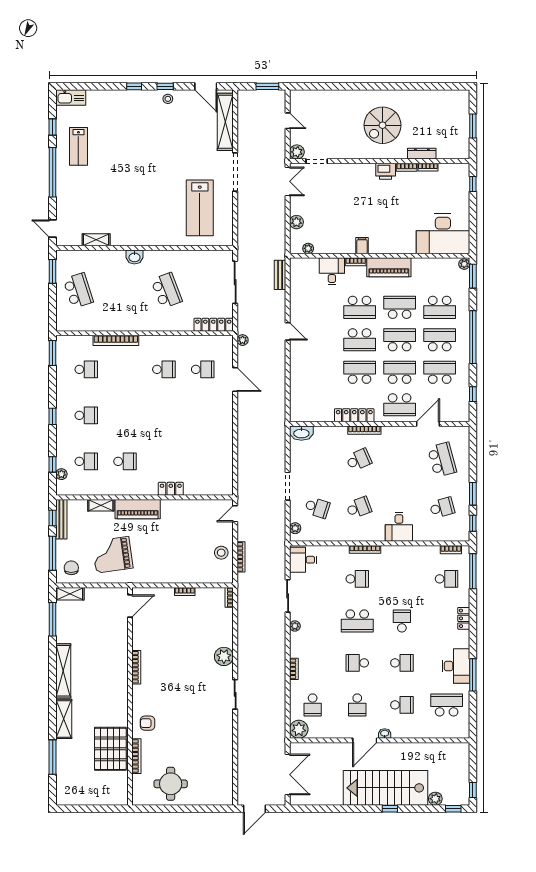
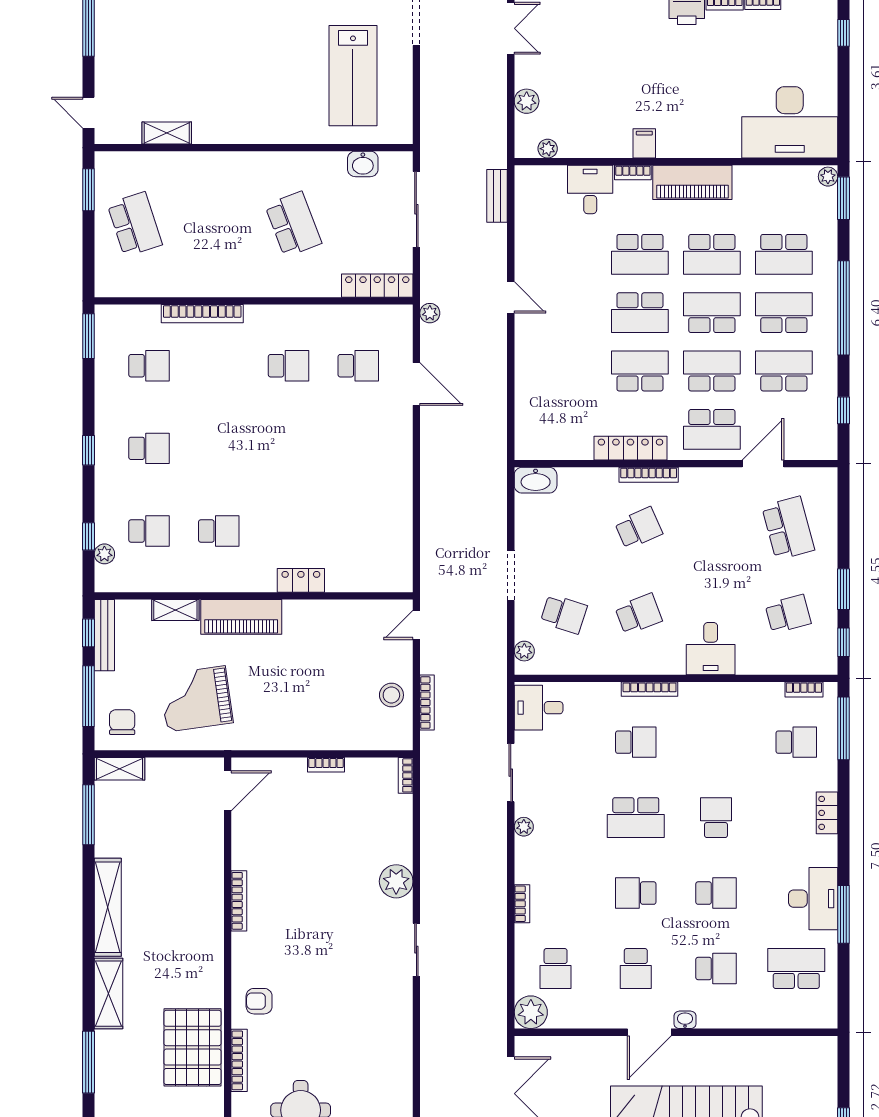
washbasin: (134, 257) -> (363, 164), moved
school desk: (400, 307) -> (712, 254), turned 180

